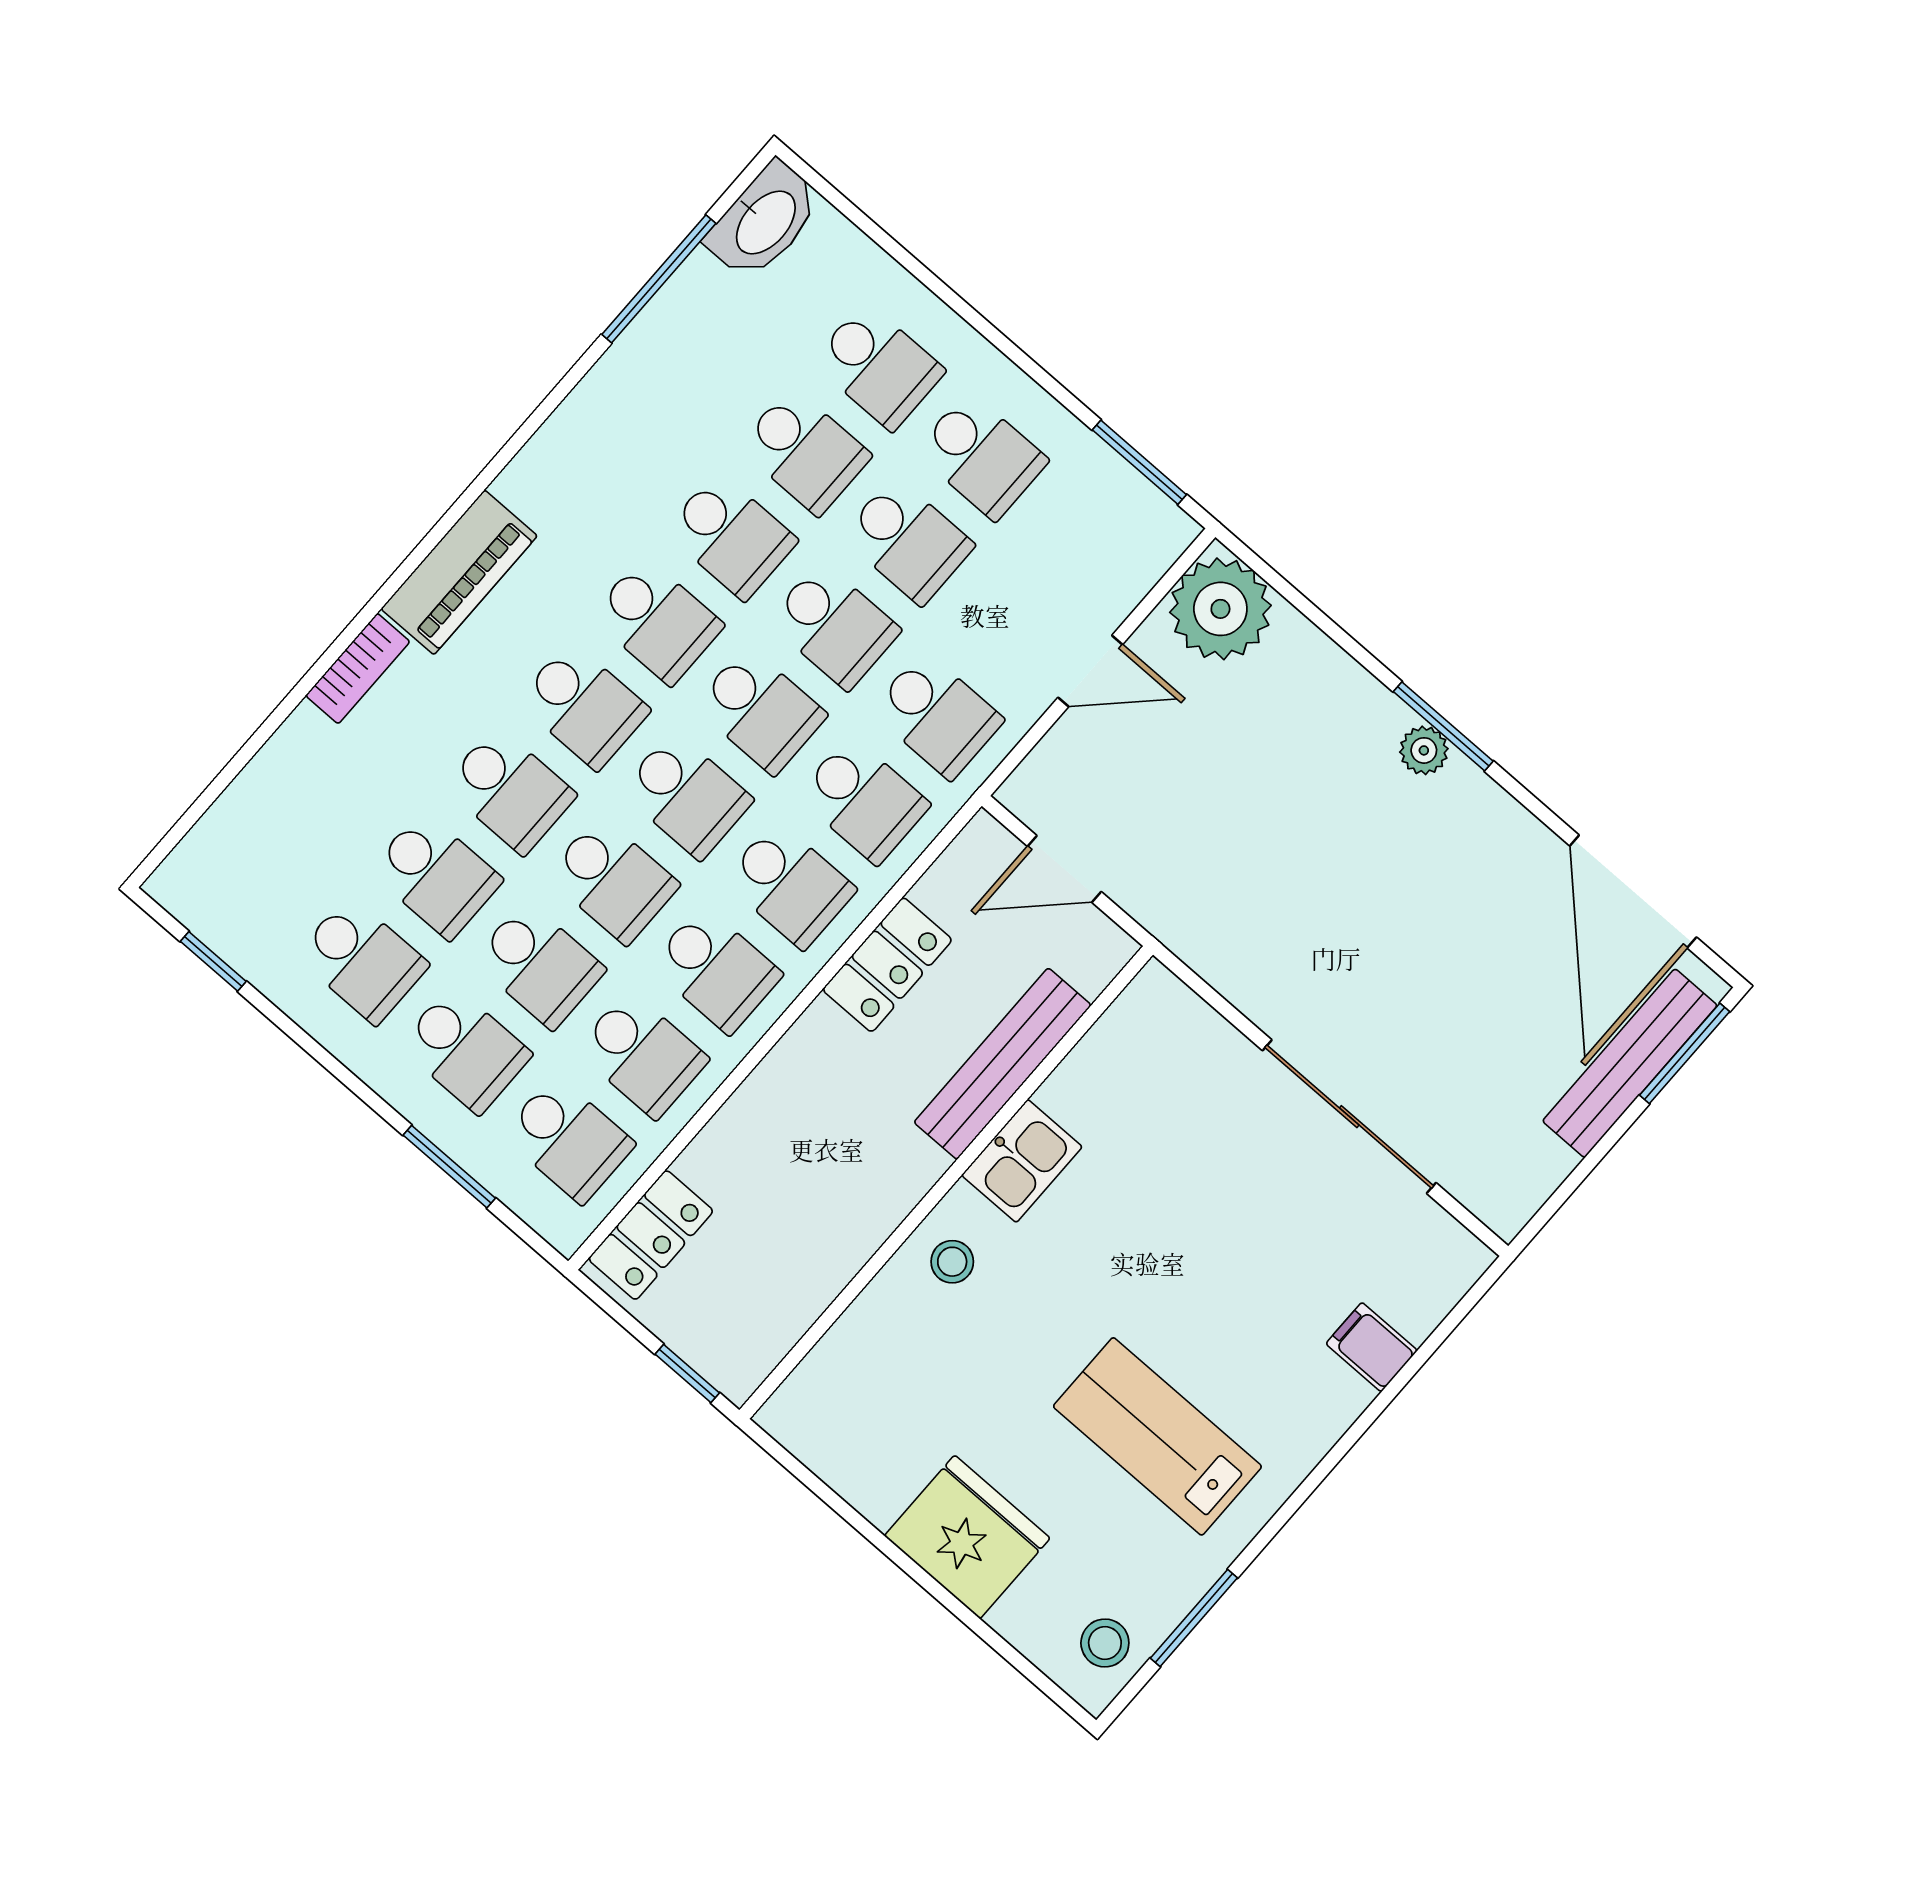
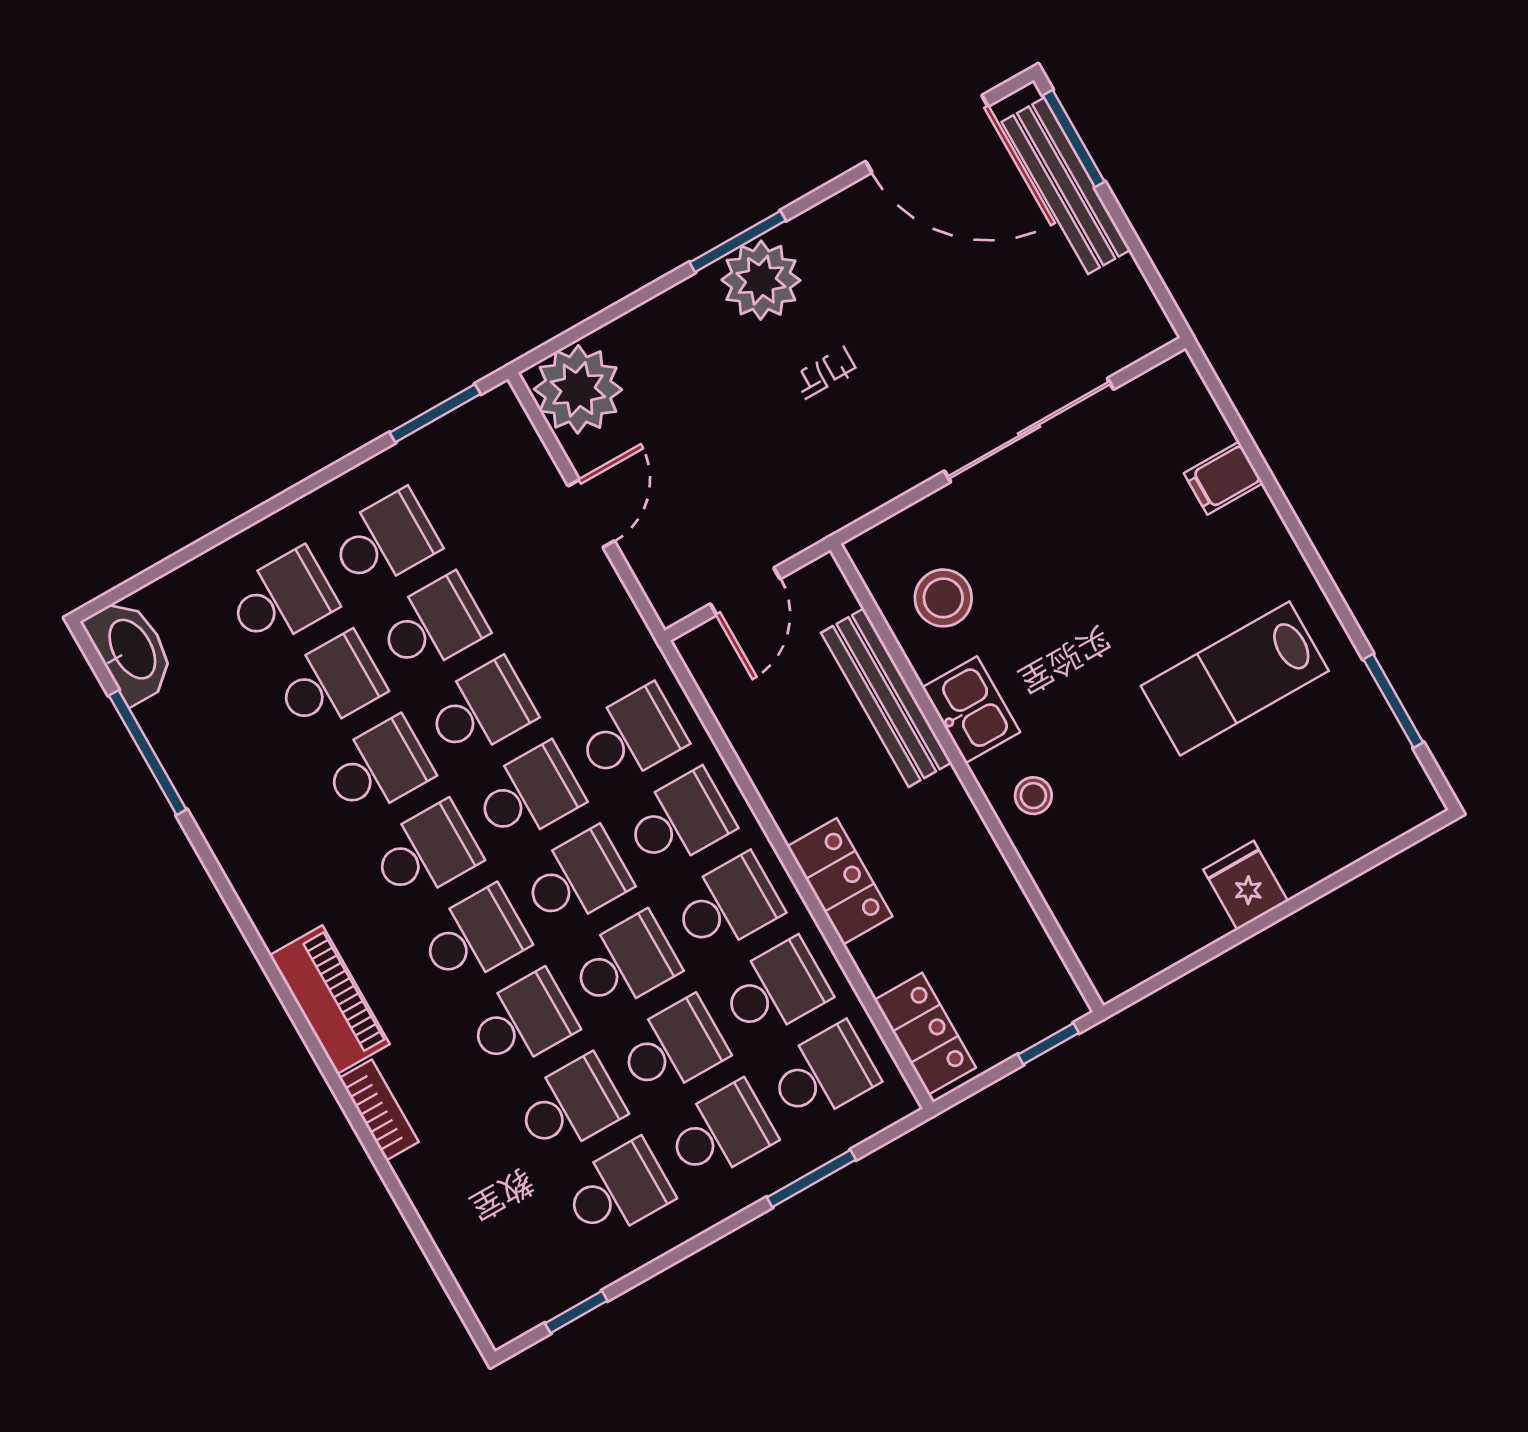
school desk: (937, 715) -> (583, 651), removed
plant: (1424, 750) -> (761, 280), width x1.88, depth x1.88
locker: (887, 965) -> (840, 881), moved
fridge: (967, 1537) -> (1246, 885), width x0.53, depth x0.75
stool: (1105, 1643) -> (943, 598), moved, width x1.37, depth x1.37

